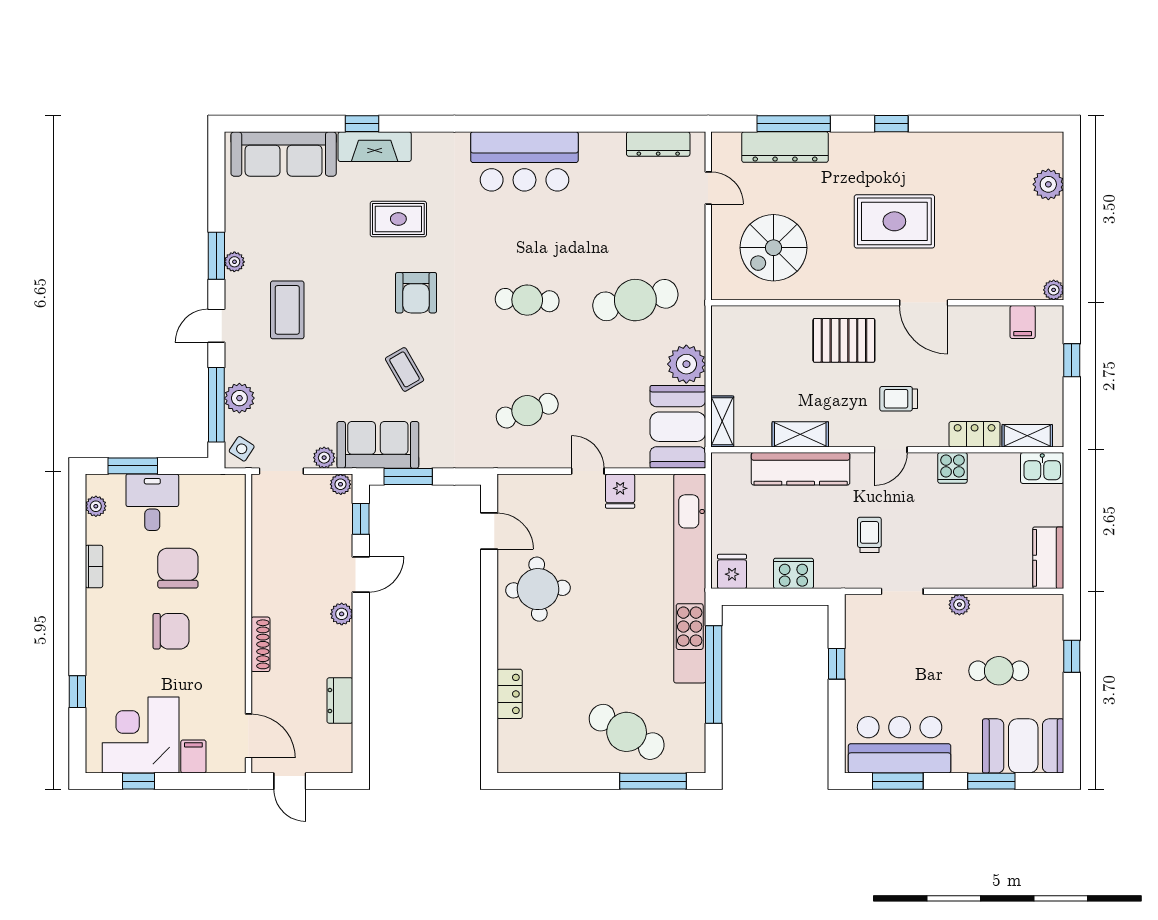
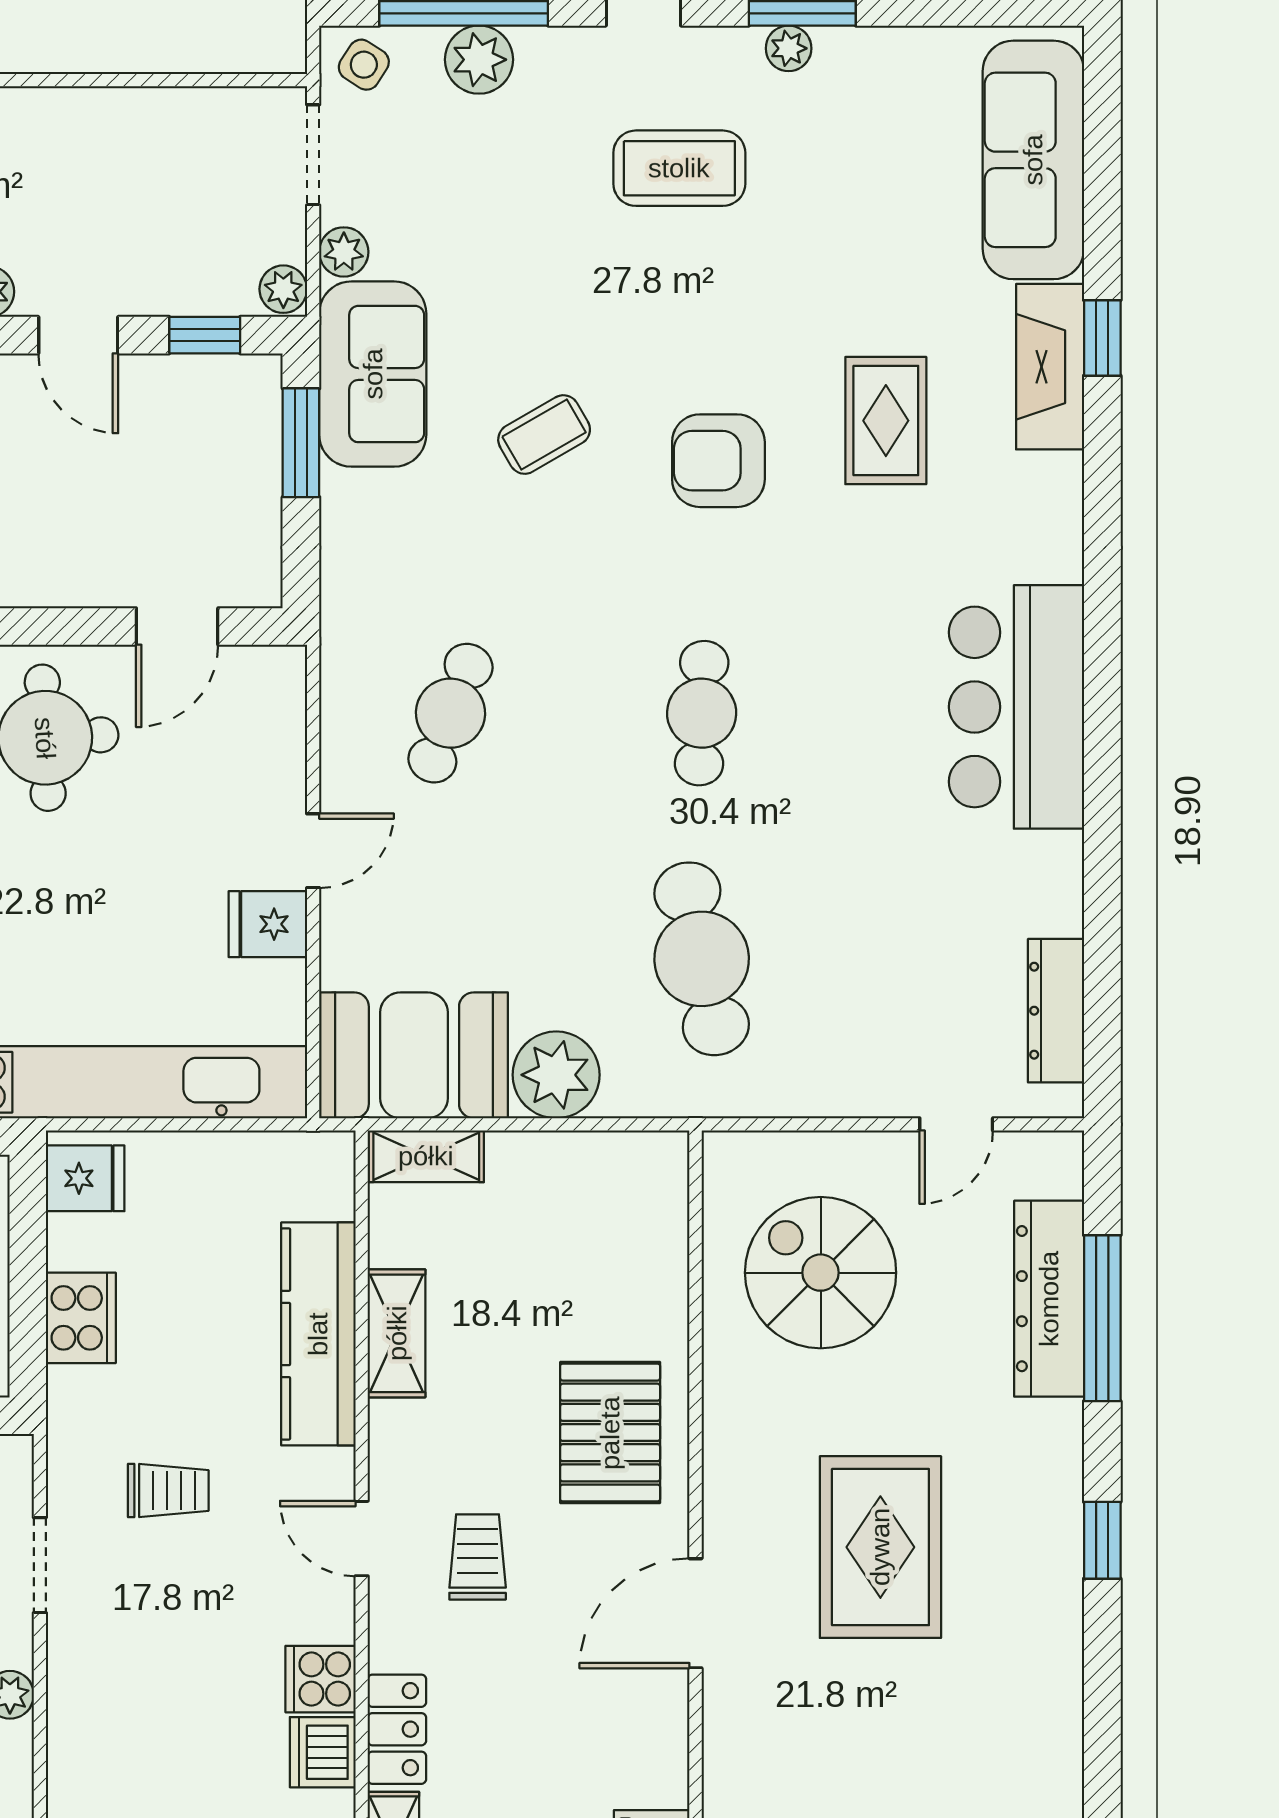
cafe table: (527, 411) -> (450, 713), turned 39
dishwasher: (985, 467) -> (323, 1752), added

